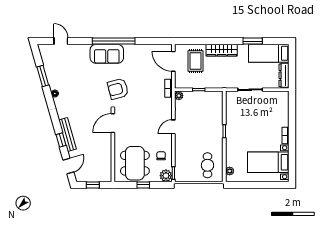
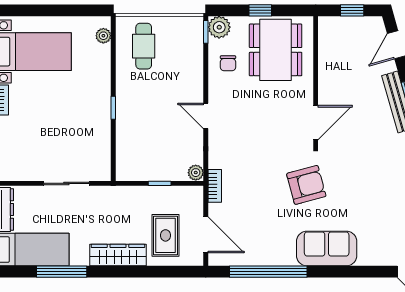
window: (114, 41) -> (268, 272), moved
window: (253, 41) -> (62, 272), width x1.44
door: (173, 127) -> (206, 116), swing flipped

